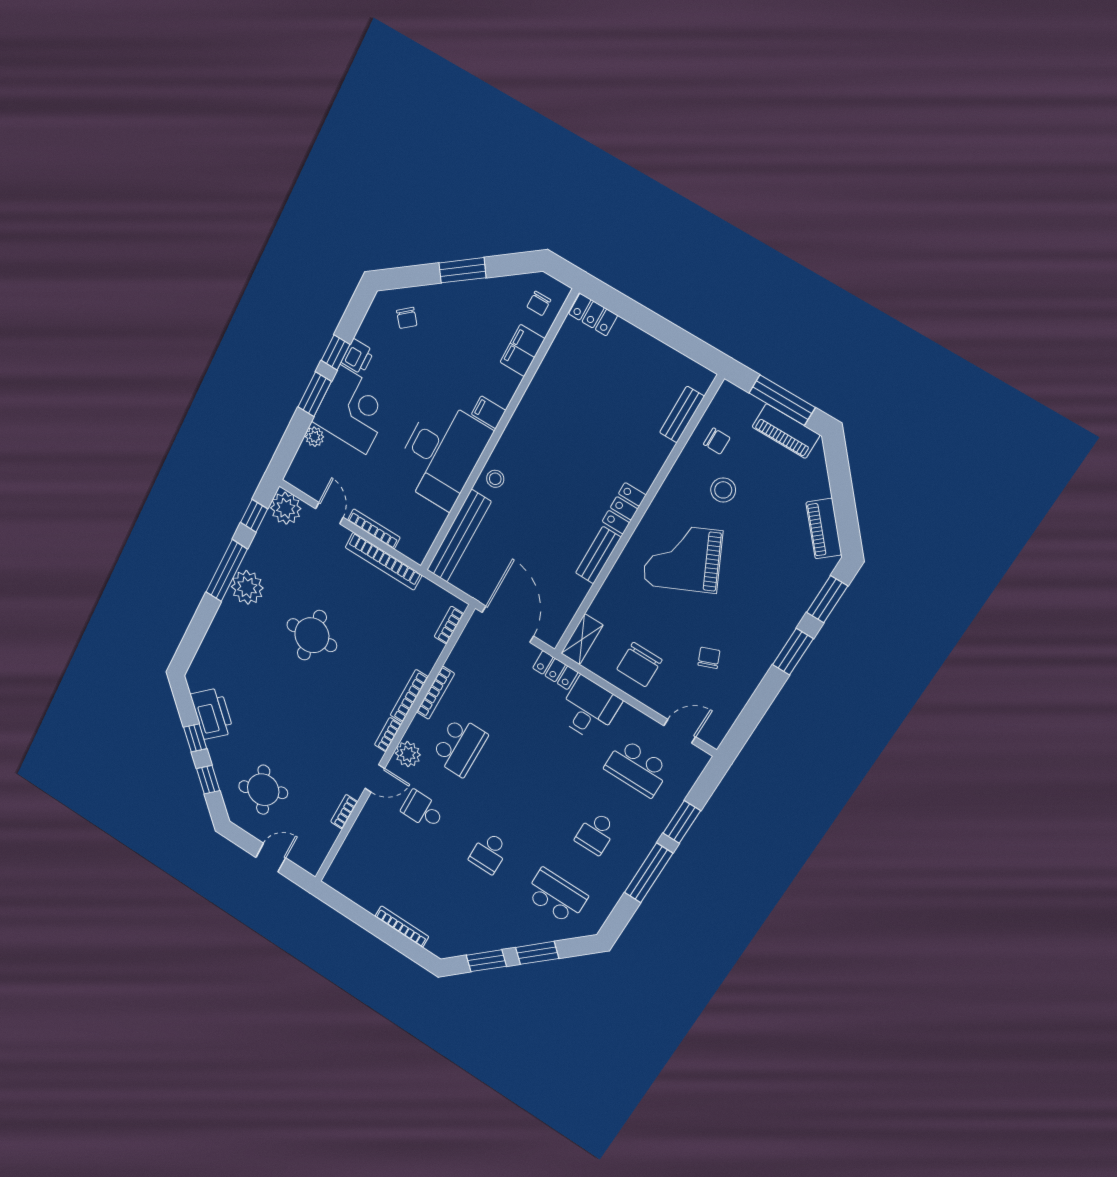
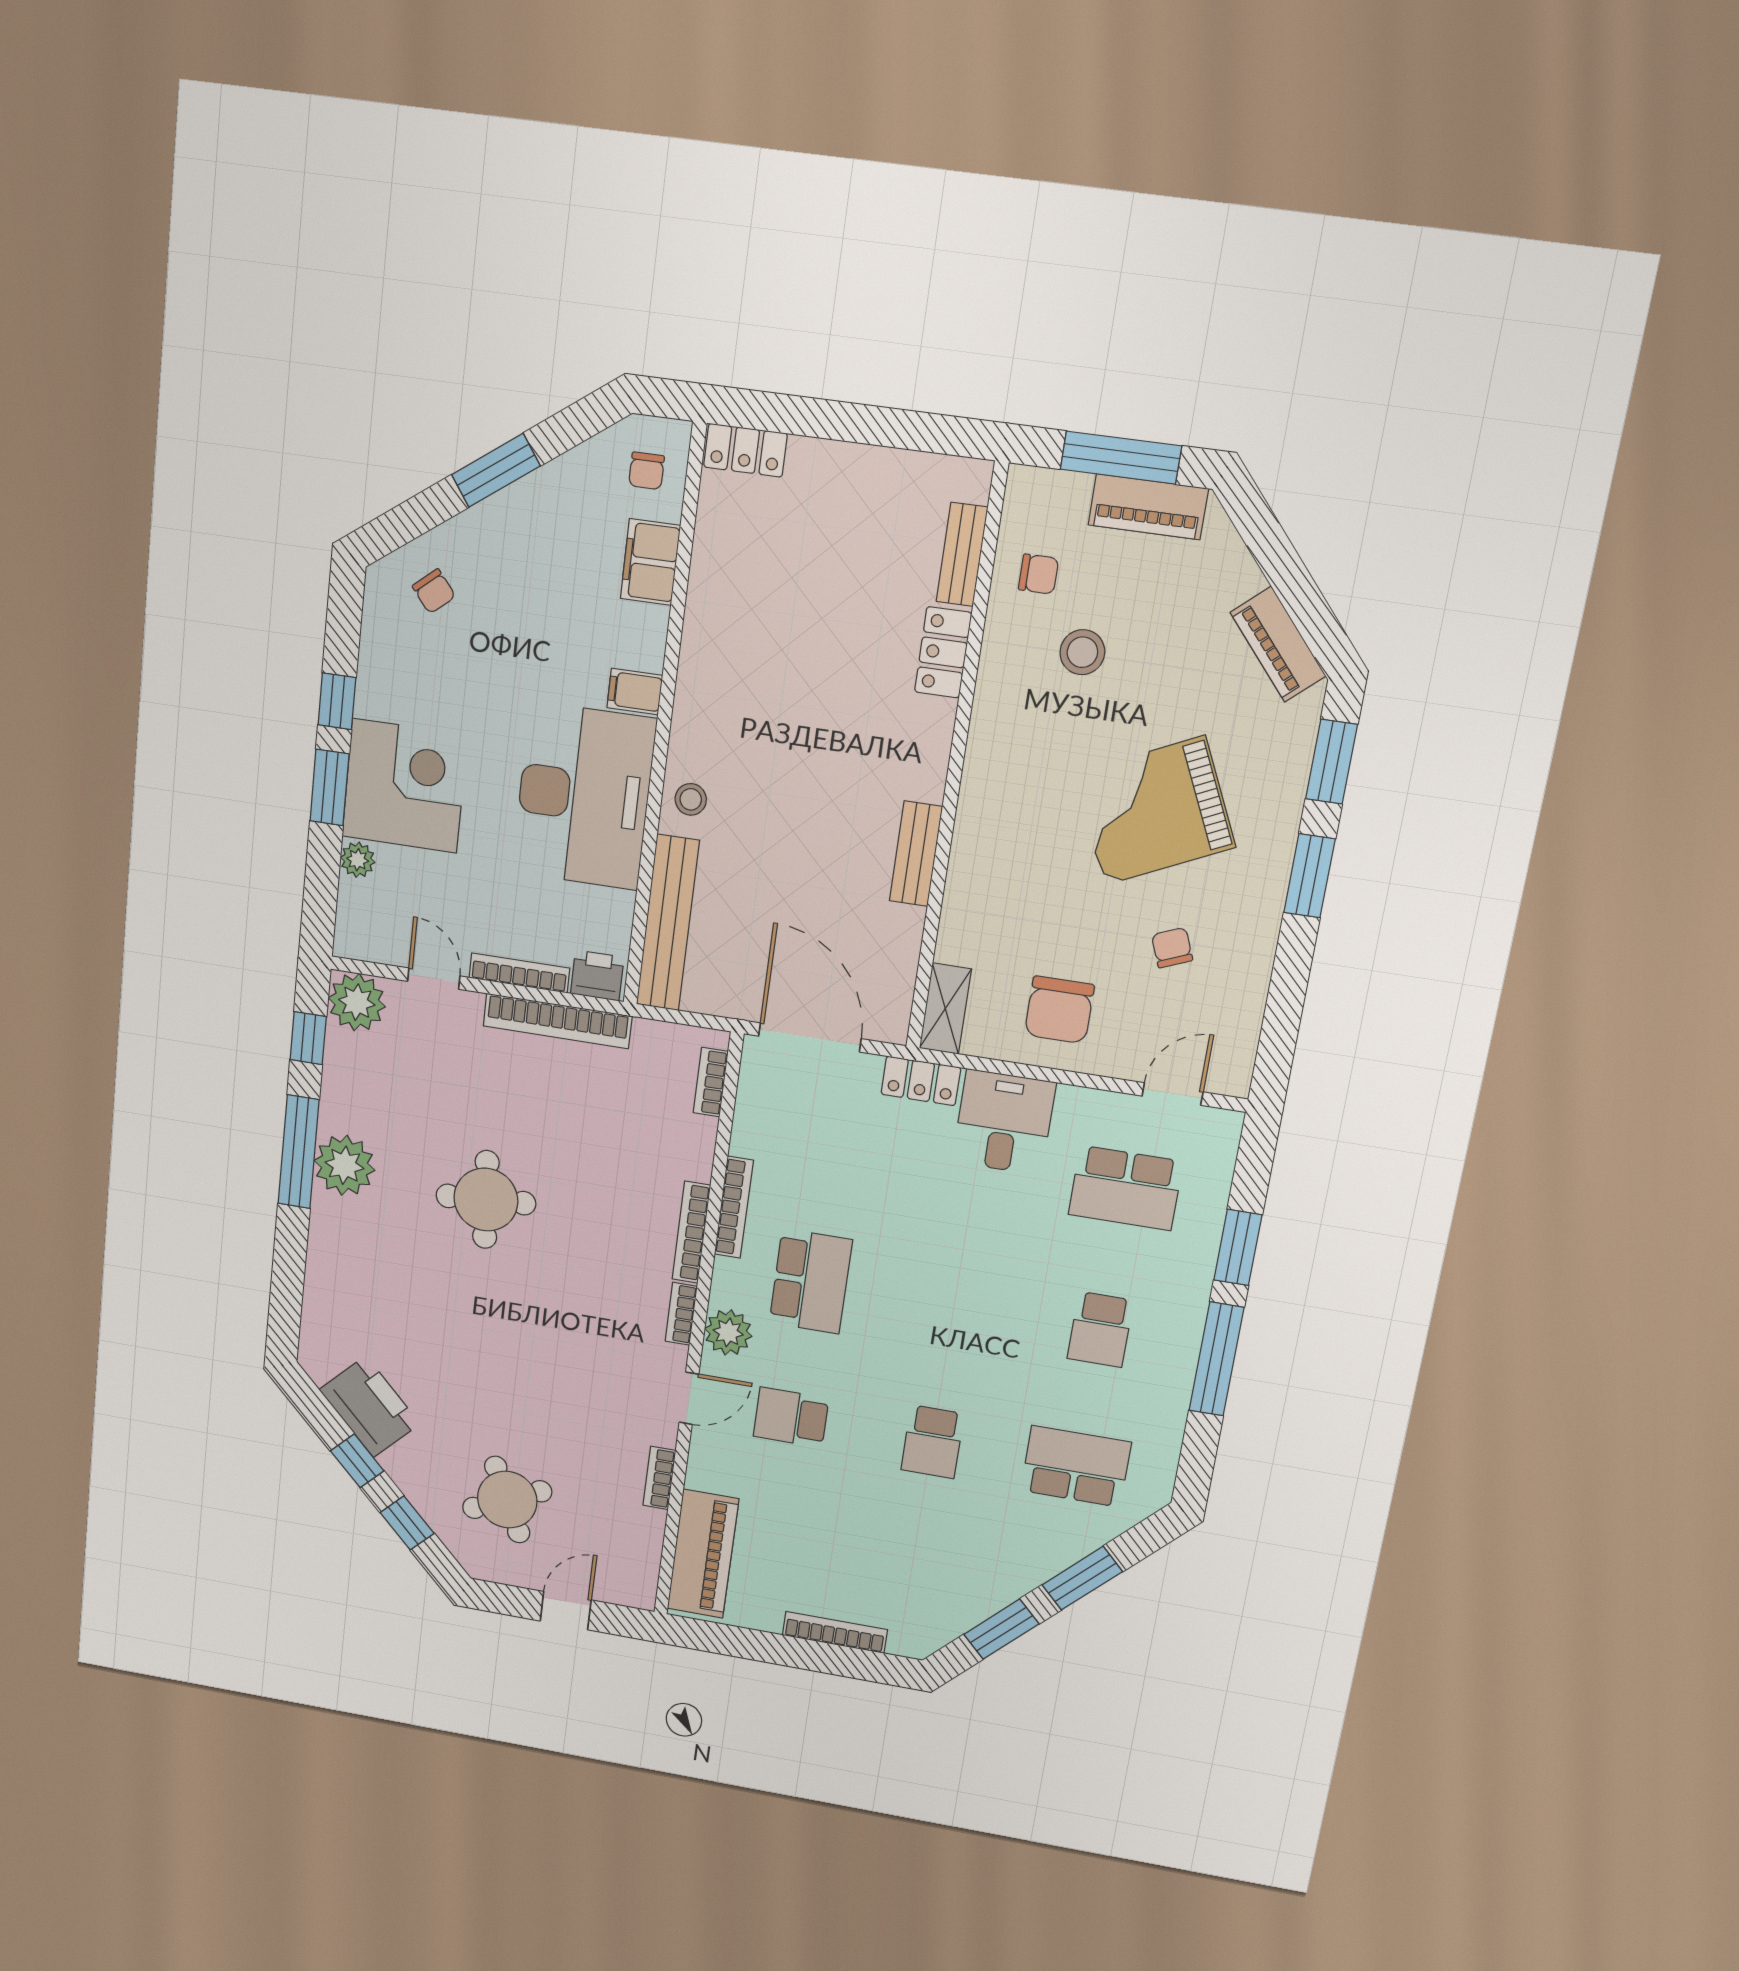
printer: (358, 357) -> (597, 976), moved, turned -90
locker: (624, 508) -> (943, 652), moved
grand piano: (683, 558) -> (1154, 811), moved
piano: (351, 859) -> (703, 1554), added

